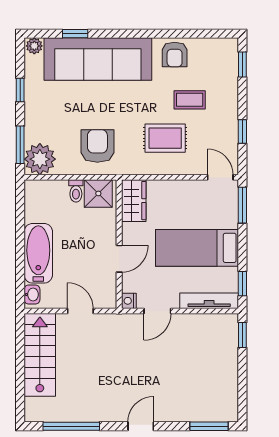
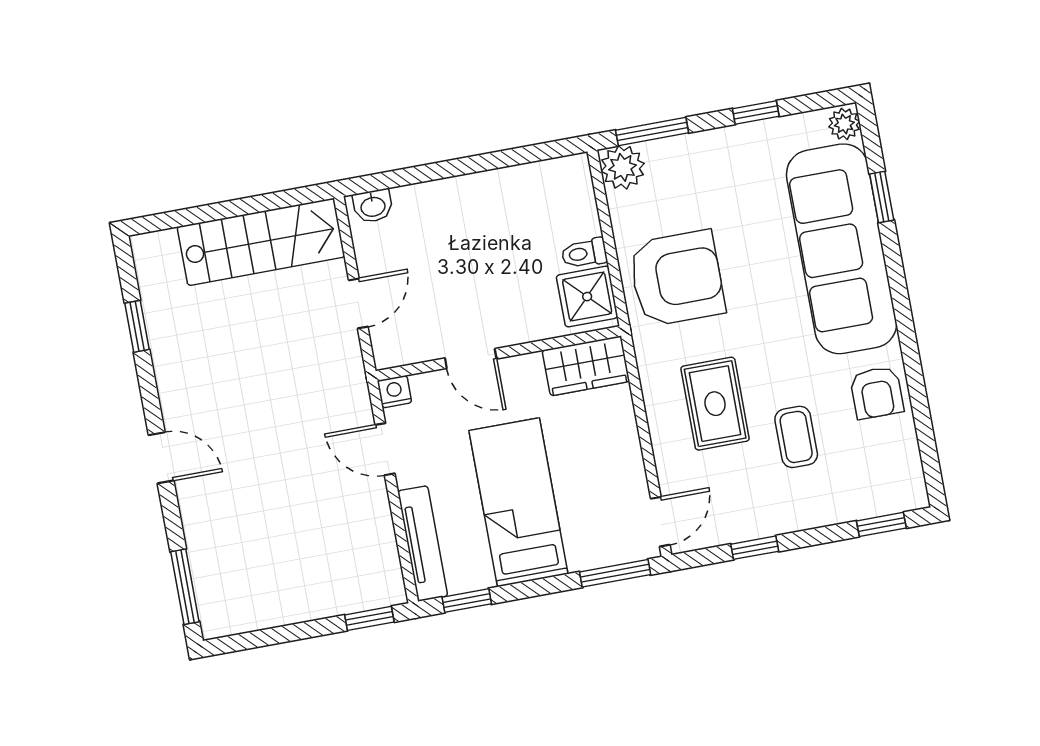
armchair: (175, 55) -> (877, 393), turned -90
armchair: (97, 146) -> (677, 278), width x1.36, depth x1.36
plant: (40, 159) -> (623, 167), width x0.73, depth x0.73
bathtub: (38, 253) -> (453, 204), removed
window: (71, 426) -> (137, 326), width x0.46

